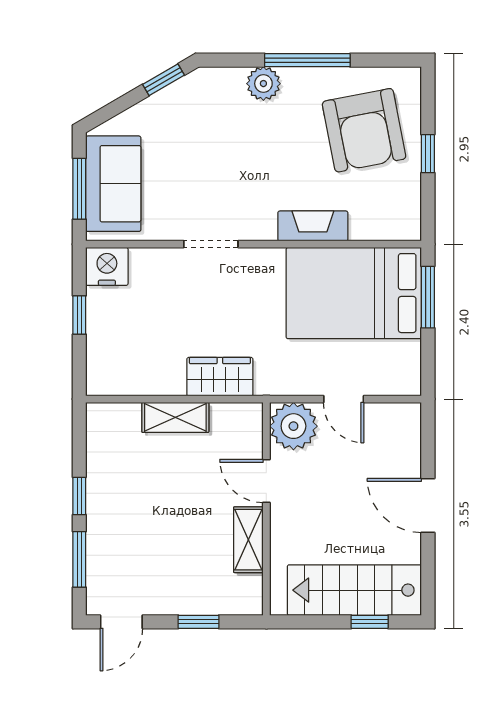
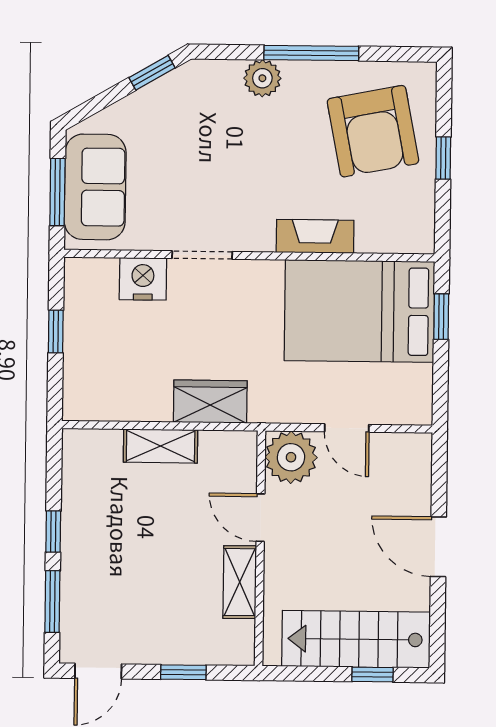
nightstand: (107, 266) -> (143, 279), moved
window: (428, 297) -> (441, 317), width x0.67

